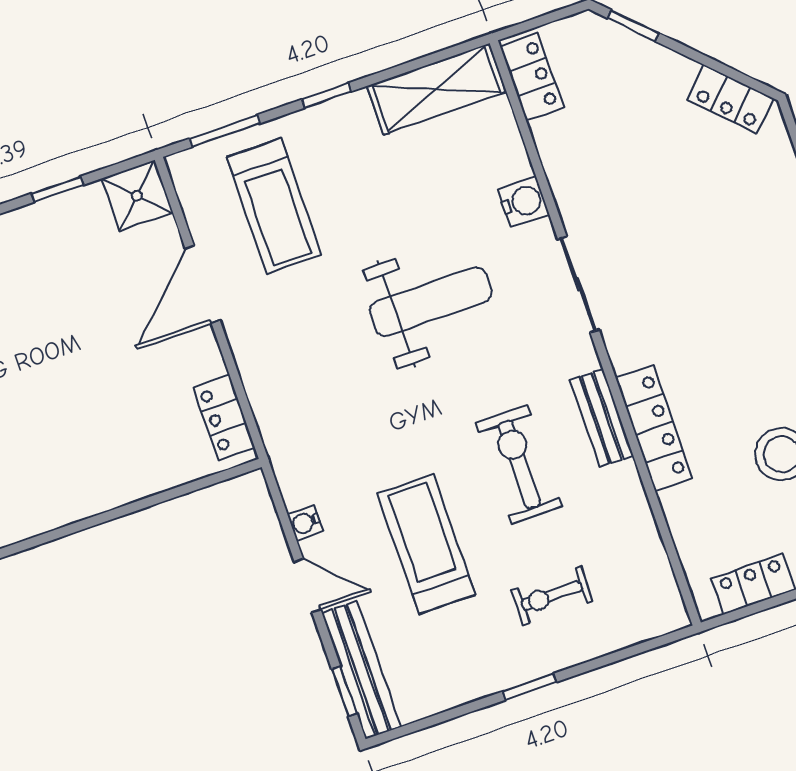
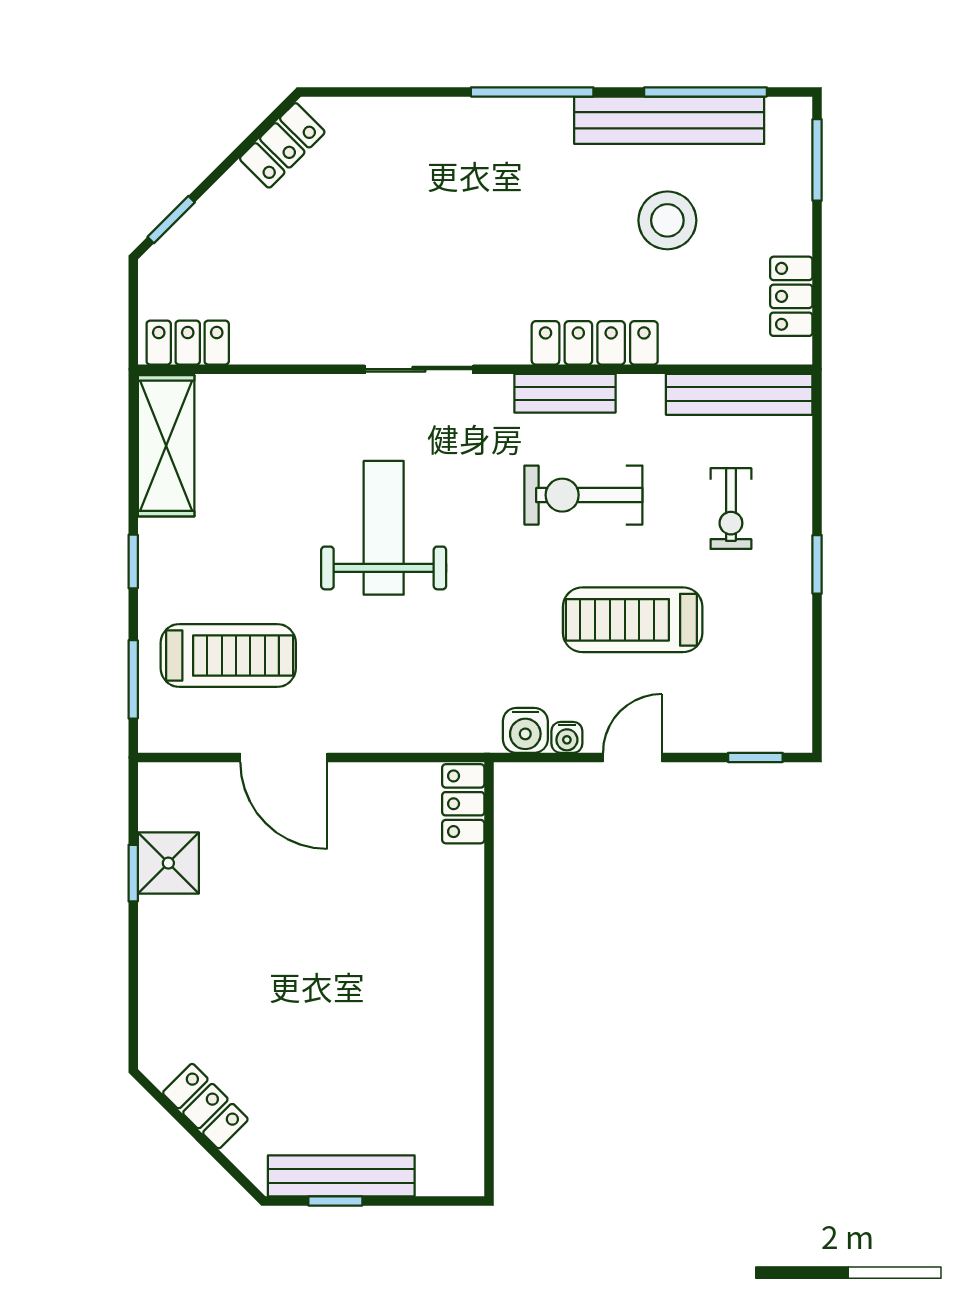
shower: (137, 196) -> (168, 863), moved
water cooler: (523, 202) -> (525, 730), moved, turned 180
locker: (224, 417) -> (463, 804), moved, turned 90
bench: (361, 670) -> (739, 394), moved

